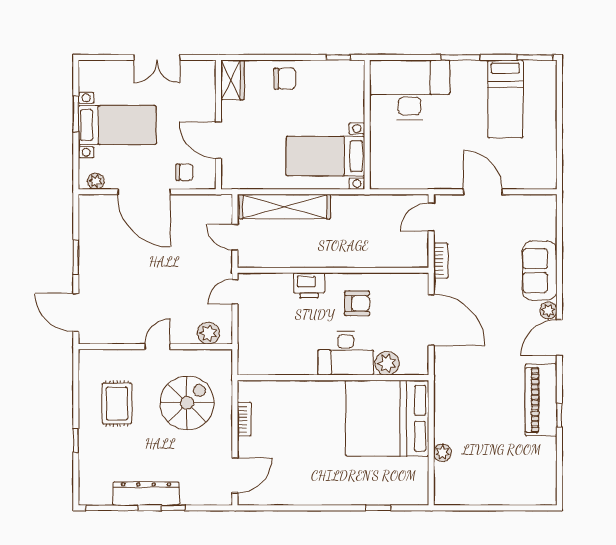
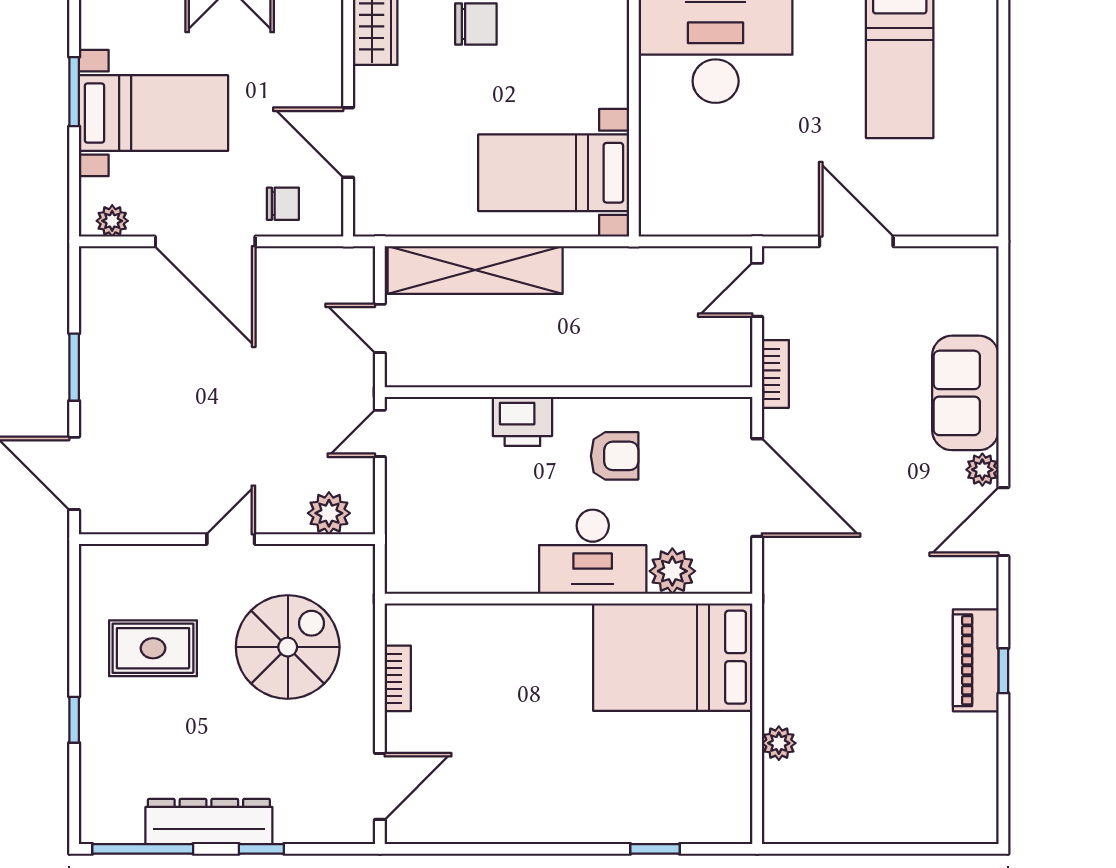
piano: (541, 400) -> (976, 660), width x0.73, depth x0.75
rug: (117, 403) -> (153, 648), turned 90
bed: (387, 418) -> (673, 657), width x0.73

